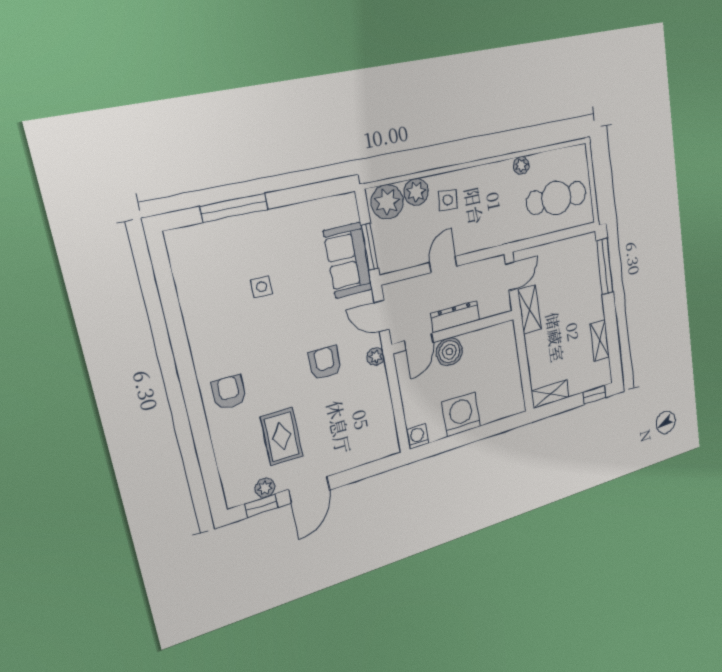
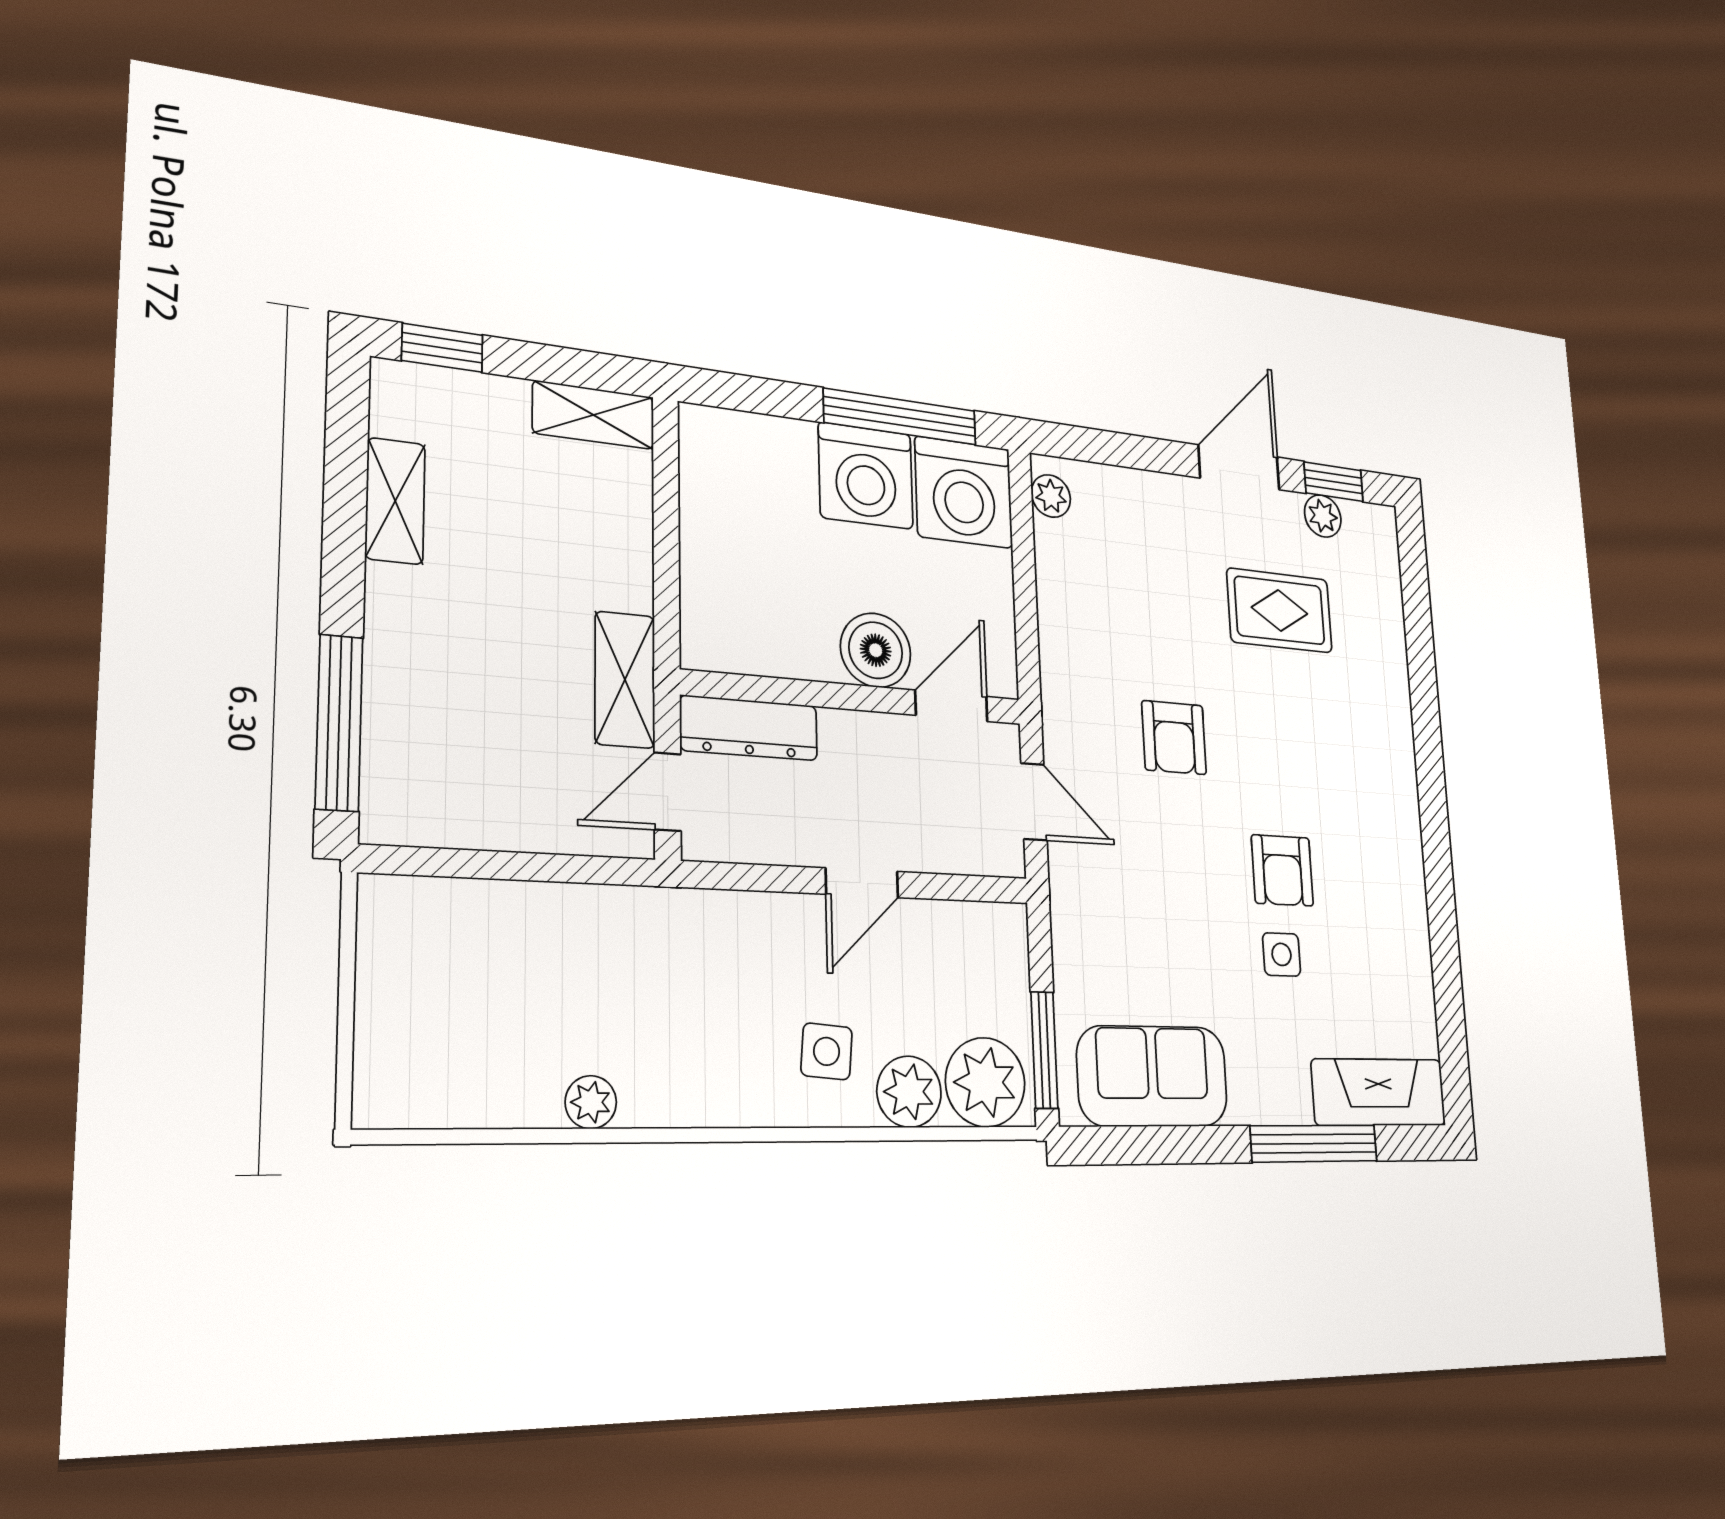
cafe table: (556, 198) -> (485, 980), removed
fireplace: (202, 238) -> (1379, 1092), added
window: (370, 247) -> (1044, 1050), moved
sofa: (348, 260) -> (1153, 1076), moved, turned -90
dresser: (455, 317) -> (749, 728), moved
plant: (376, 357) -> (1051, 496), moved
armchair: (229, 392) -> (1282, 870), moved
rug: (282, 437) -> (1280, 611), turned 90
washing machine: (418, 437) -> (964, 492), width x1.89, depth x1.89
window: (452, 442) -> (900, 417), added

